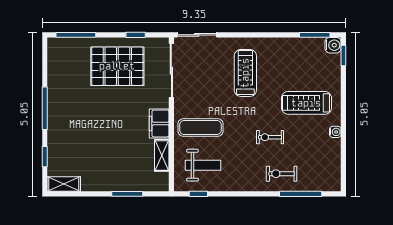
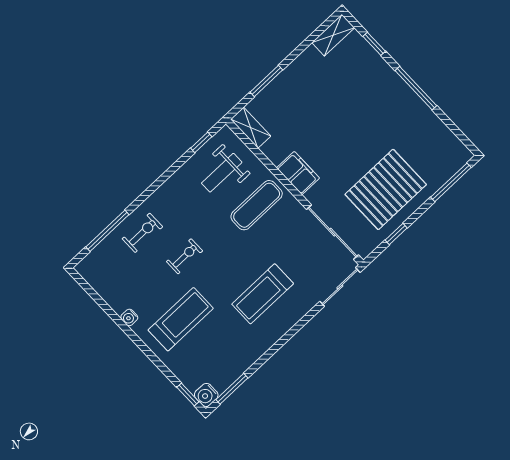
treadmill: (245, 73) -> (263, 294), turned 90
shelving: (162, 155) -> (251, 128), moved

